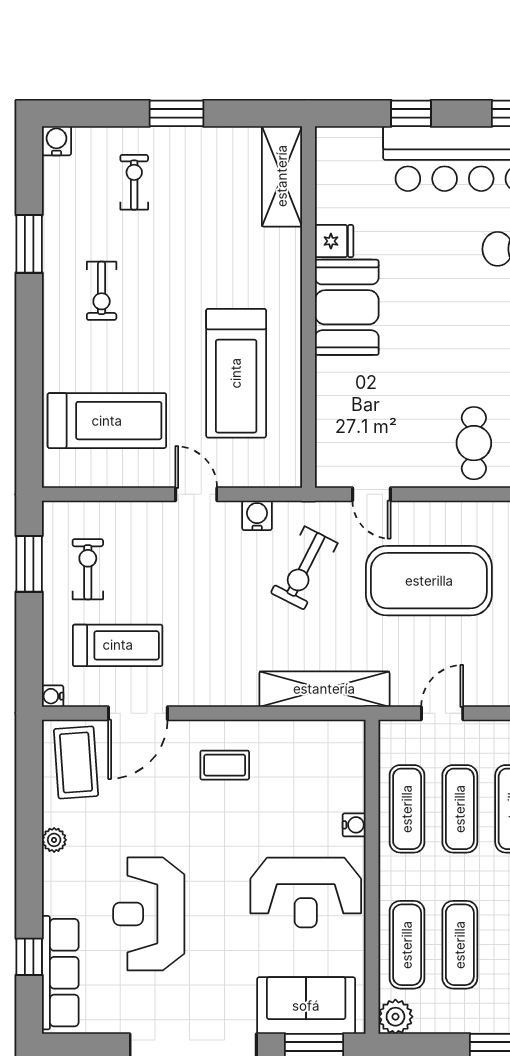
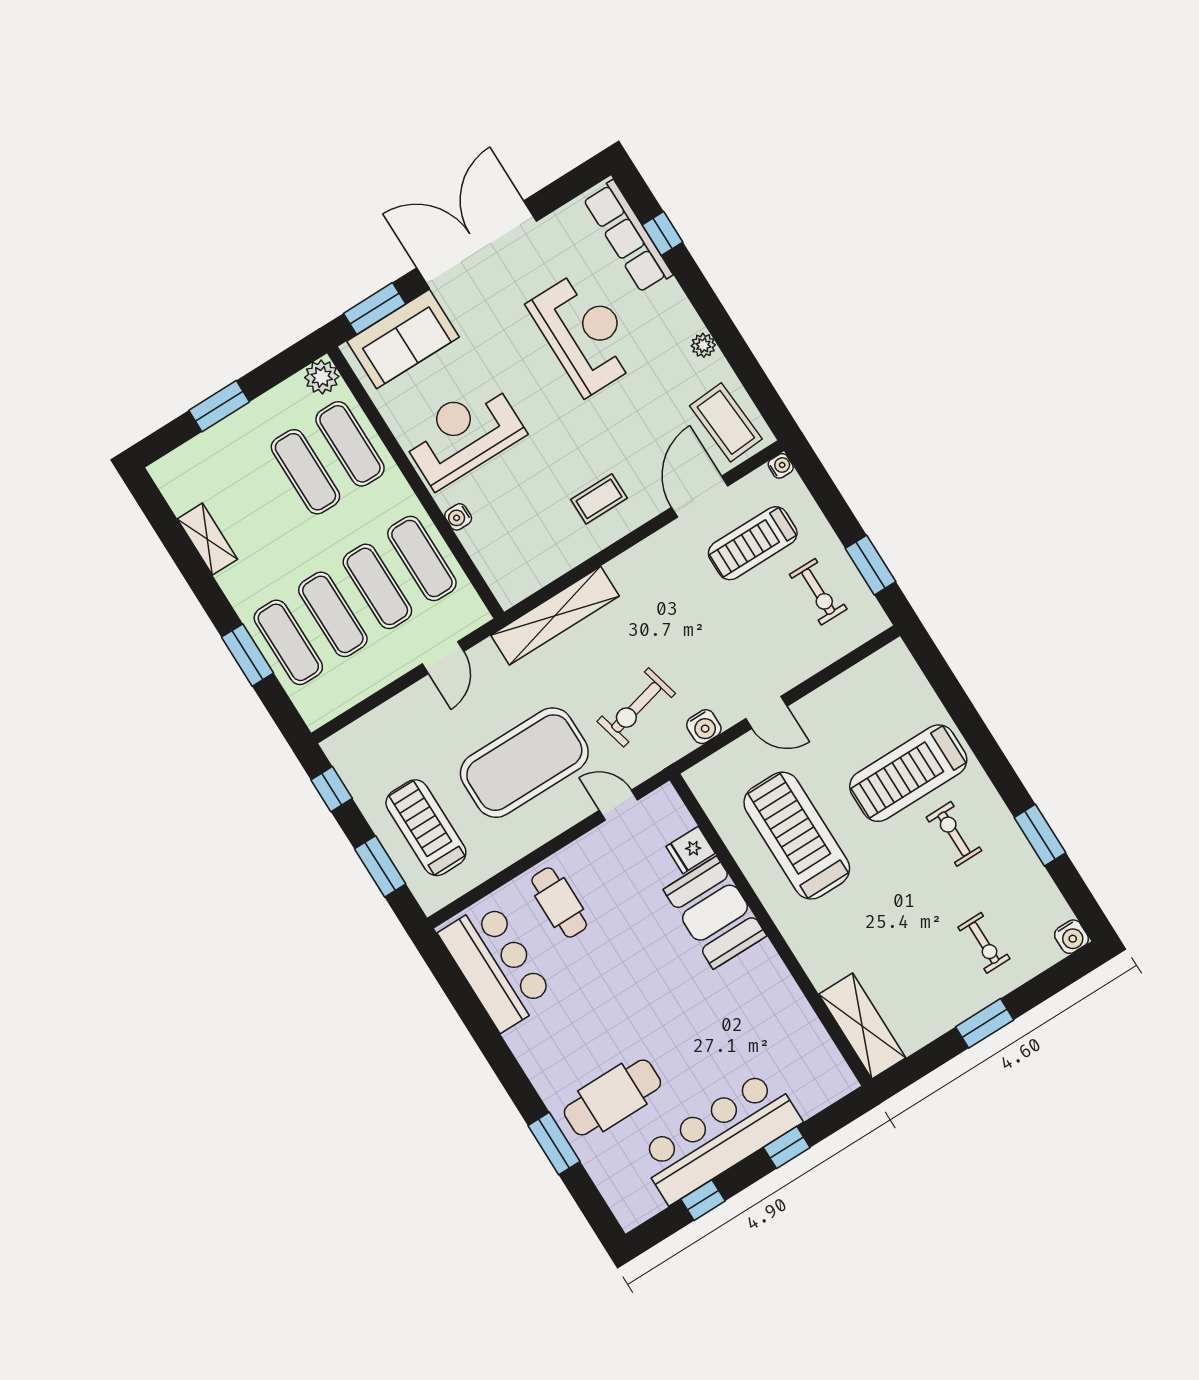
fridge: (334, 241) -> (691, 850), moved
booth: (347, 307) -> (715, 913), moved
treadmill: (107, 421) -> (908, 773), moved
exercise bike: (304, 568) -> (636, 707), turned -131

